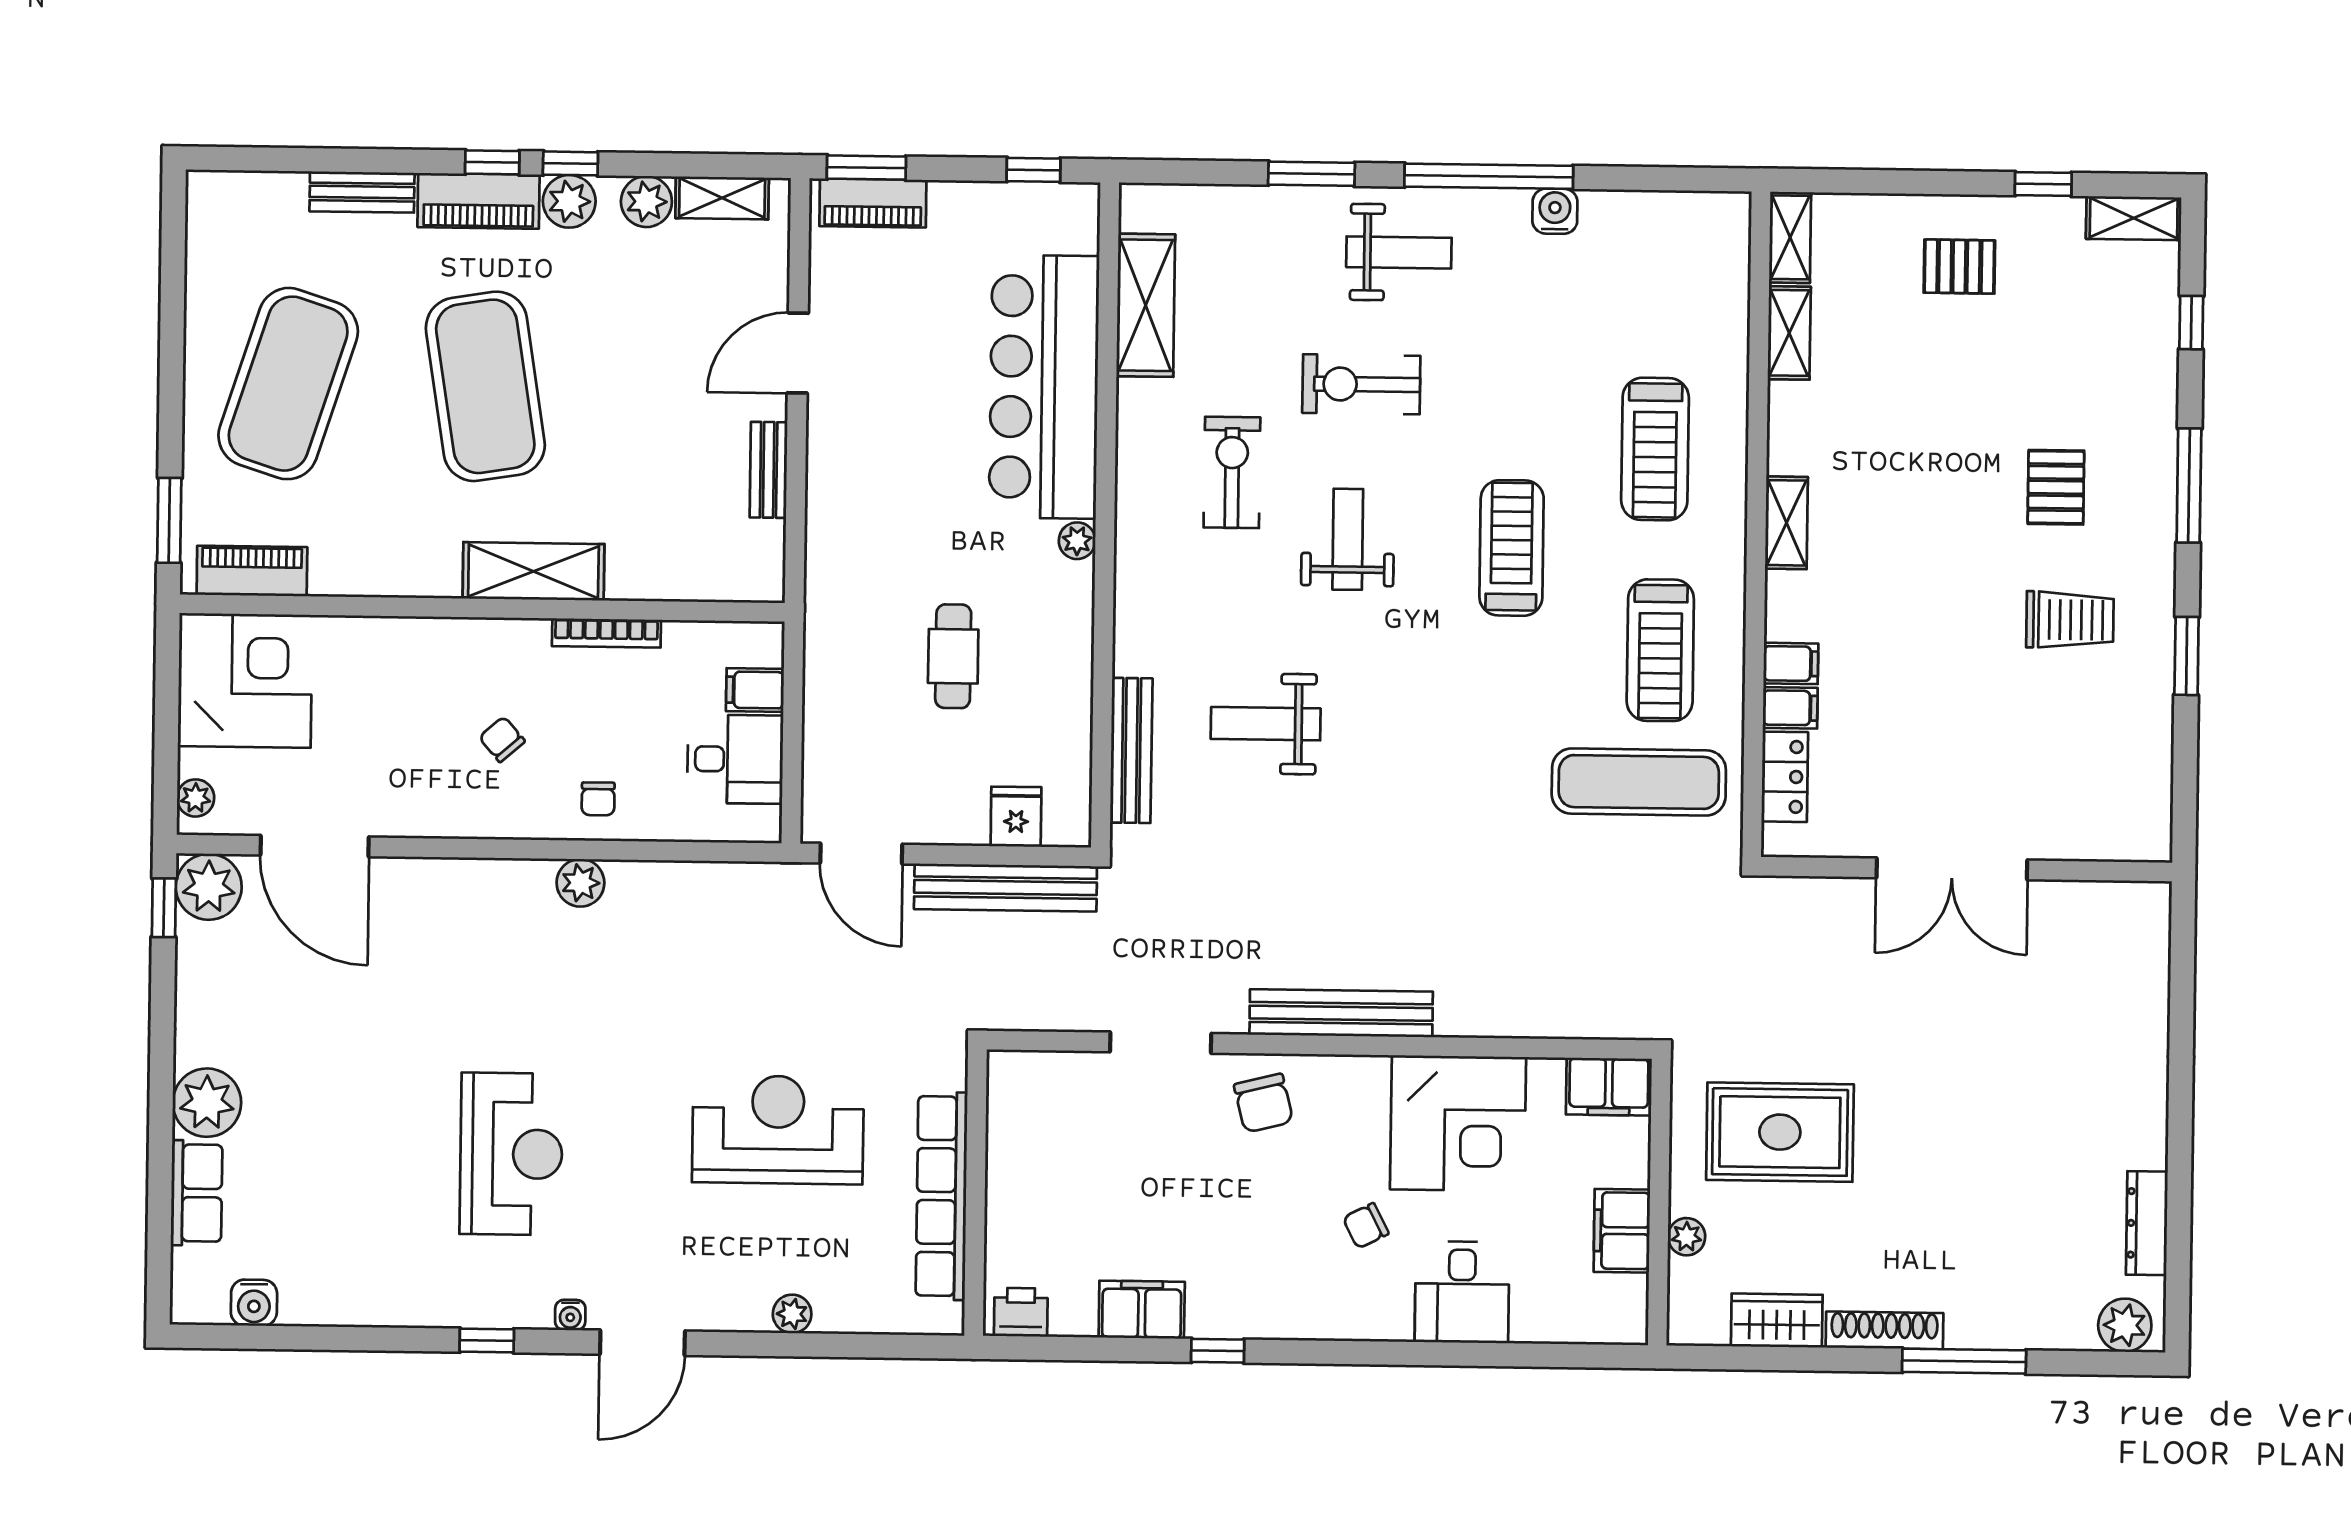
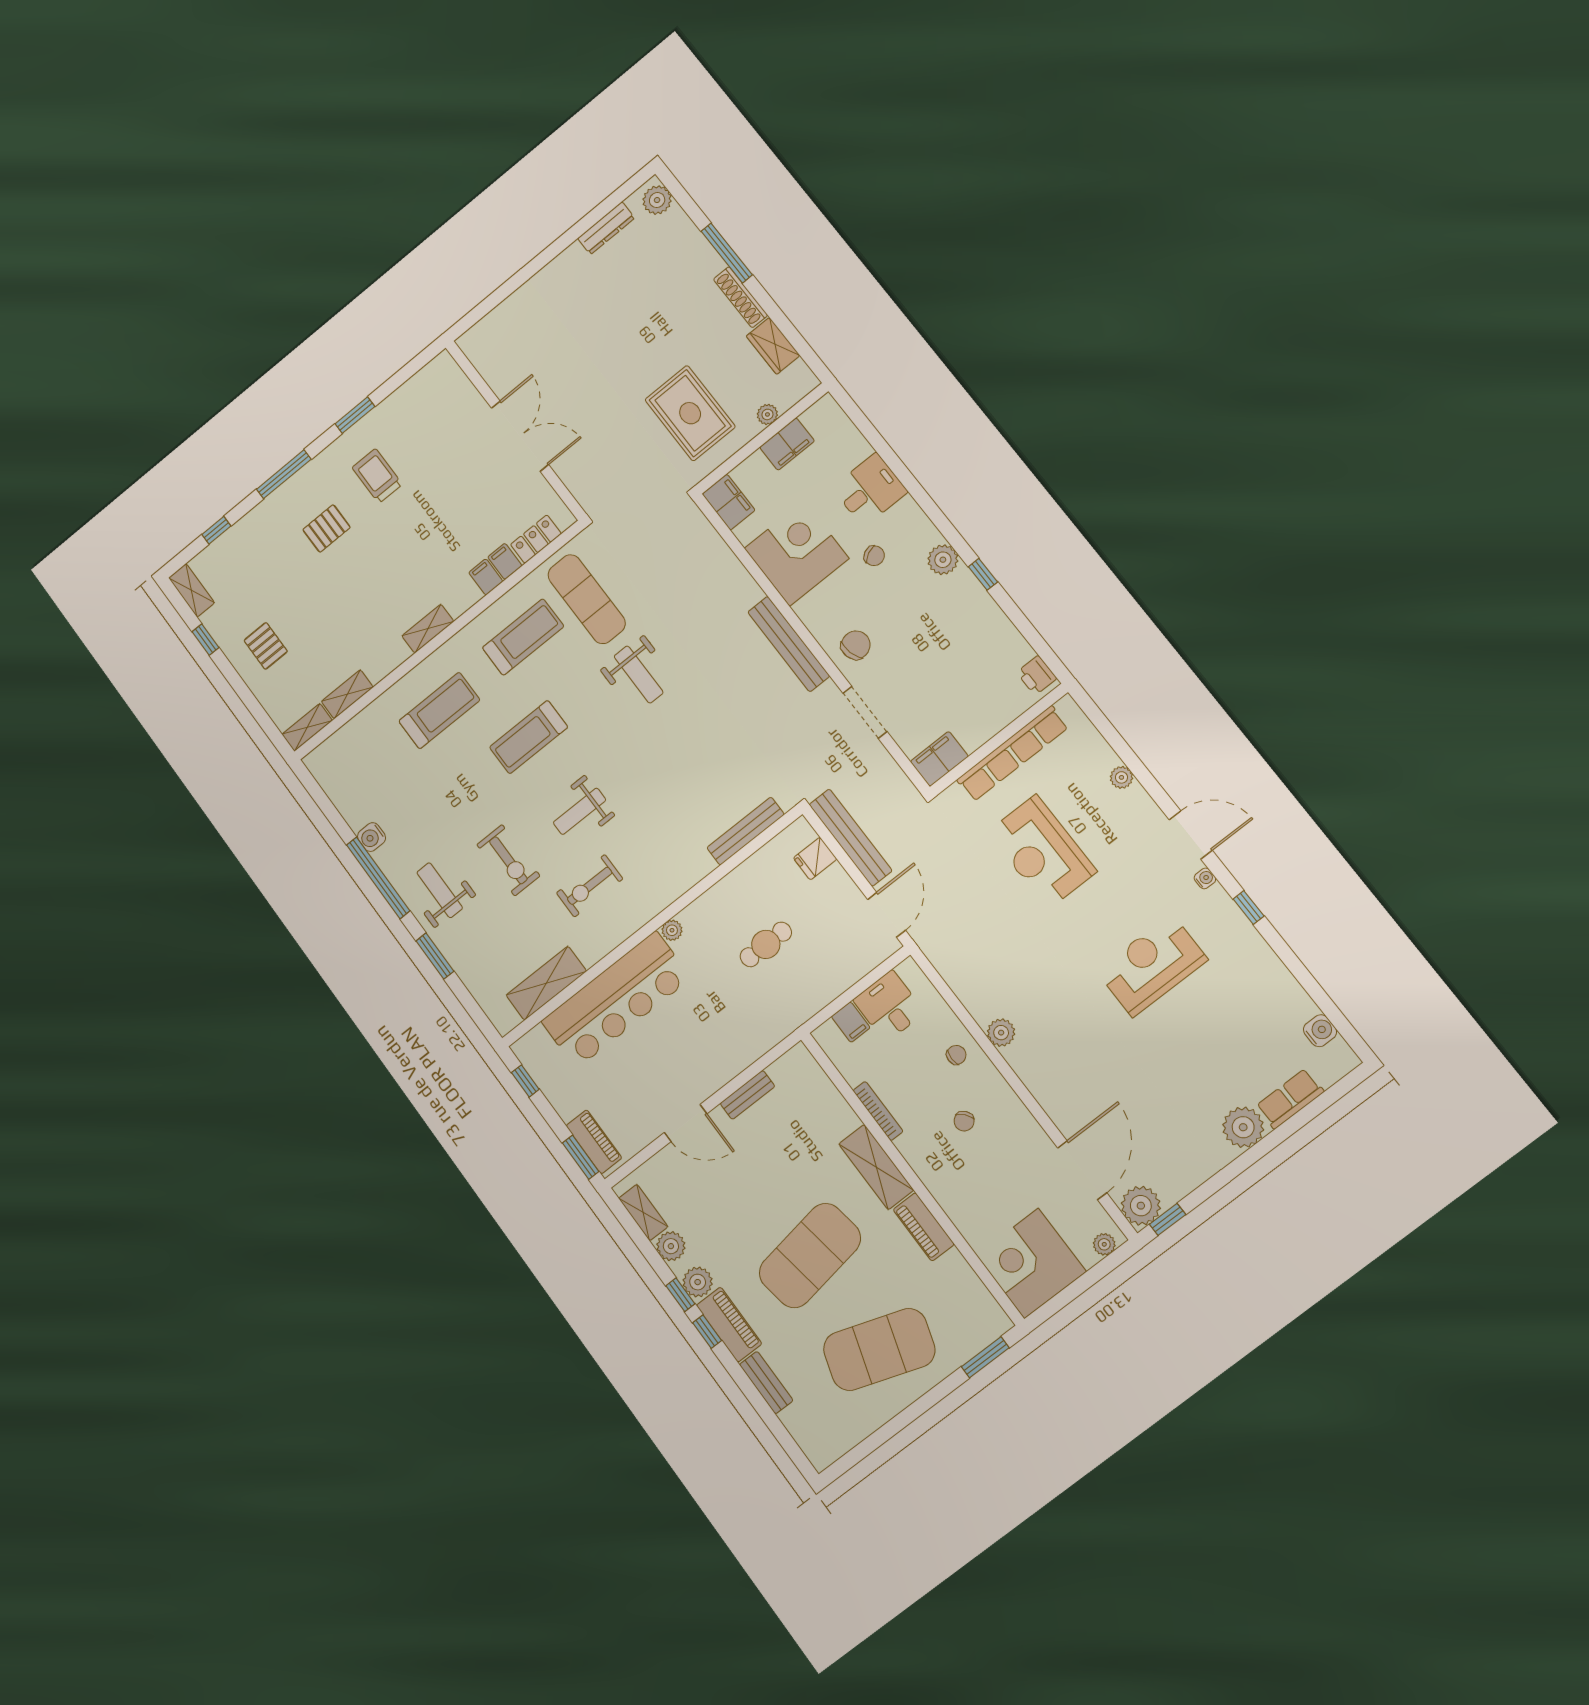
piano: (252, 571) -> (924, 1227), moved
weight bench: (1266, 724) -> (639, 675), moved
filing cabinet: (1142, 1310) -> (939, 759), moved, turned 90
plant: (1283, 1313) -> (943, 560), added

